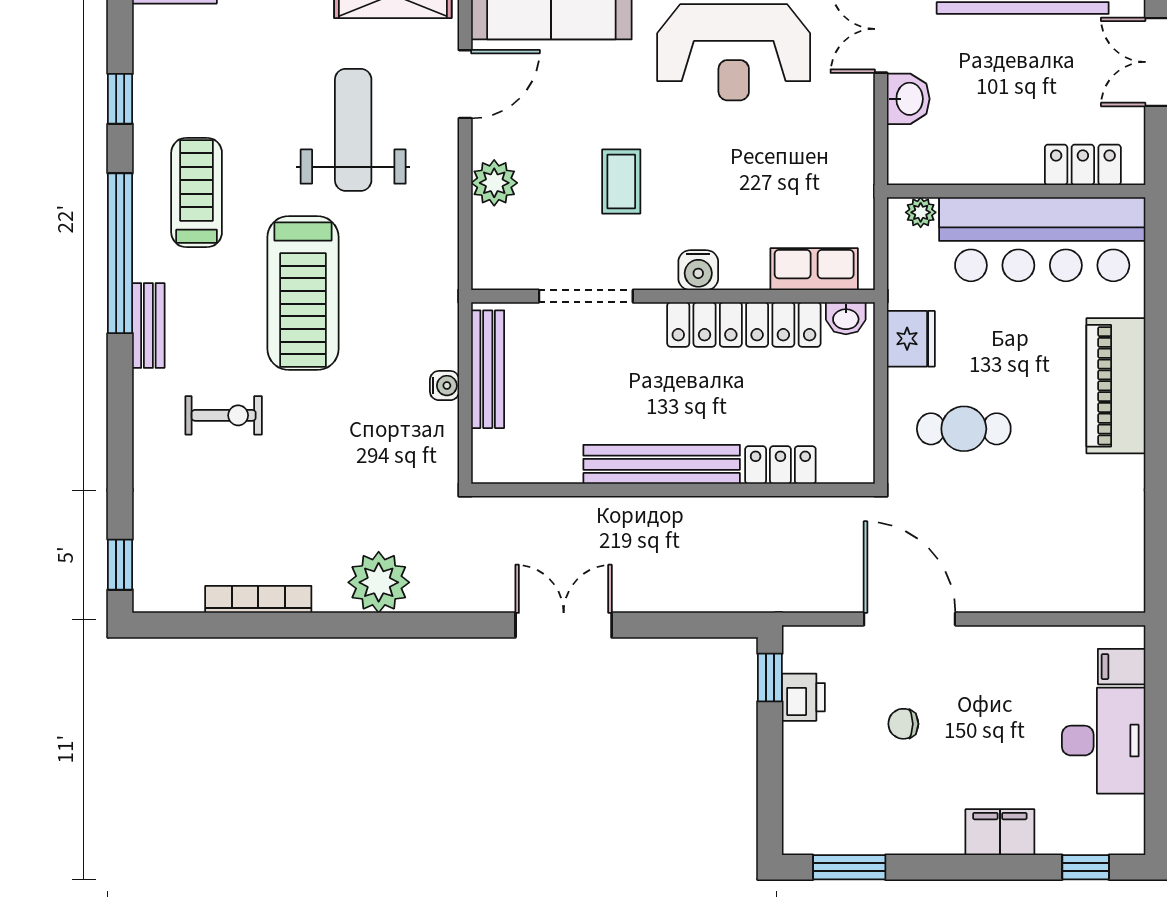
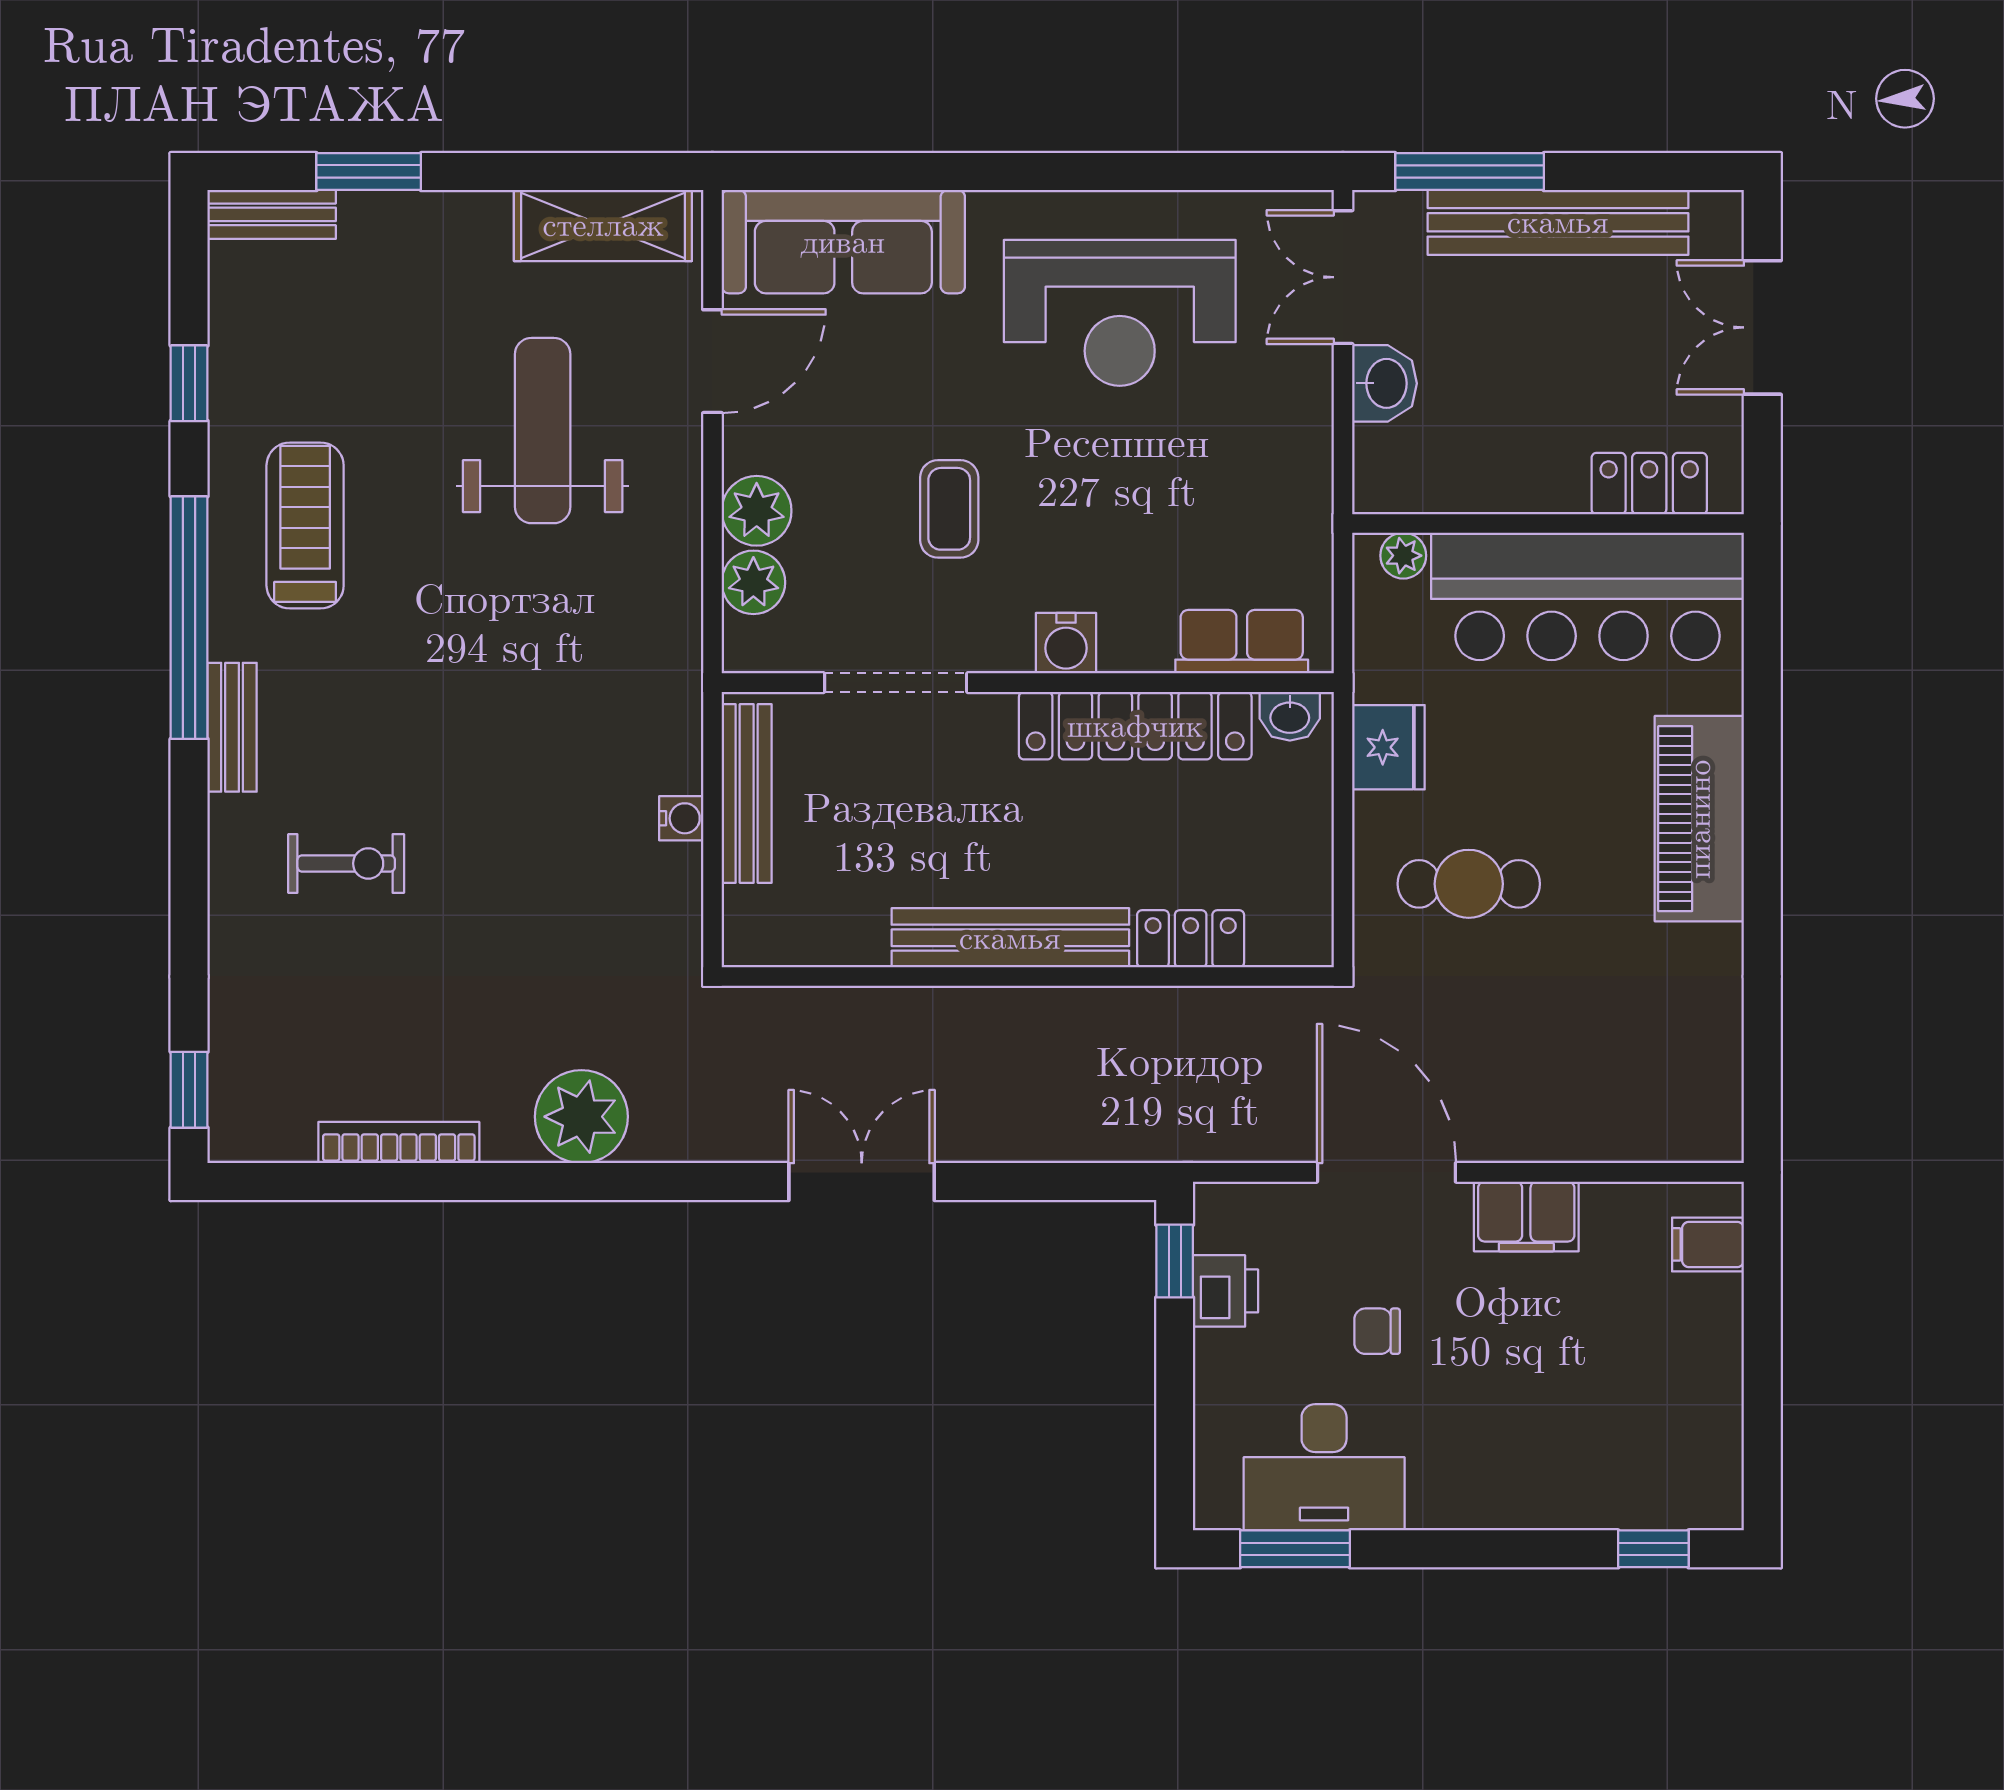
plant: (492, 230) -> (753, 582), added
treadmill: (303, 293) -> (467, 678), removed
desk: (1104, 741) -> (1324, 1467), moved, turned 90
filing cabinet: (1000, 832) -> (1526, 1216), moved, turned 180

